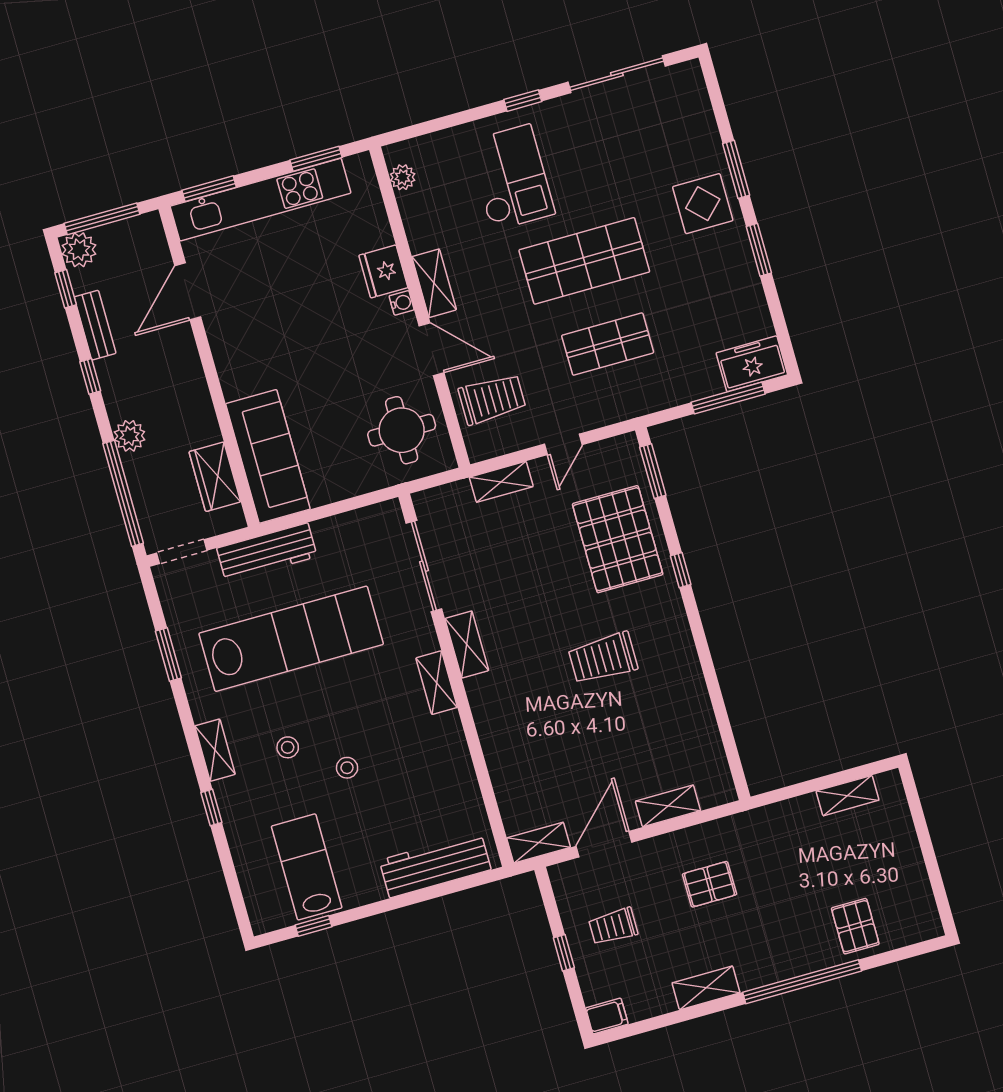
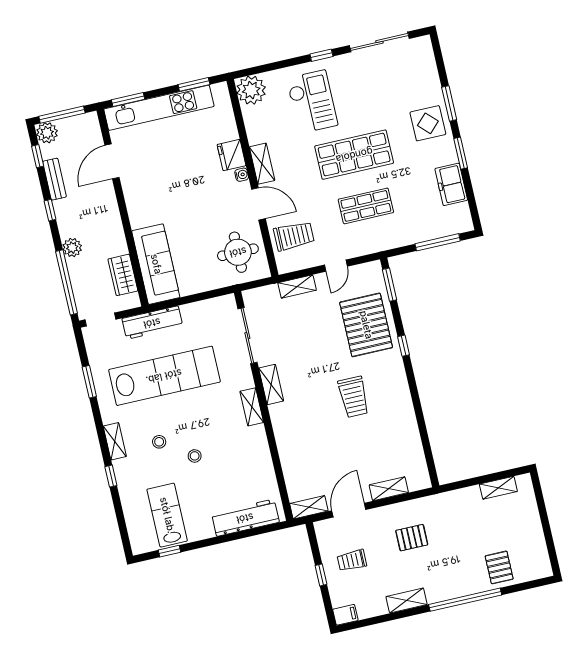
plant: (403, 177) -> (251, 90), width x1.87, depth x1.87
freezer: (752, 364) -> (451, 184), moved, turned -90
trolley: (603, 658) -> (354, 397), turned -90

